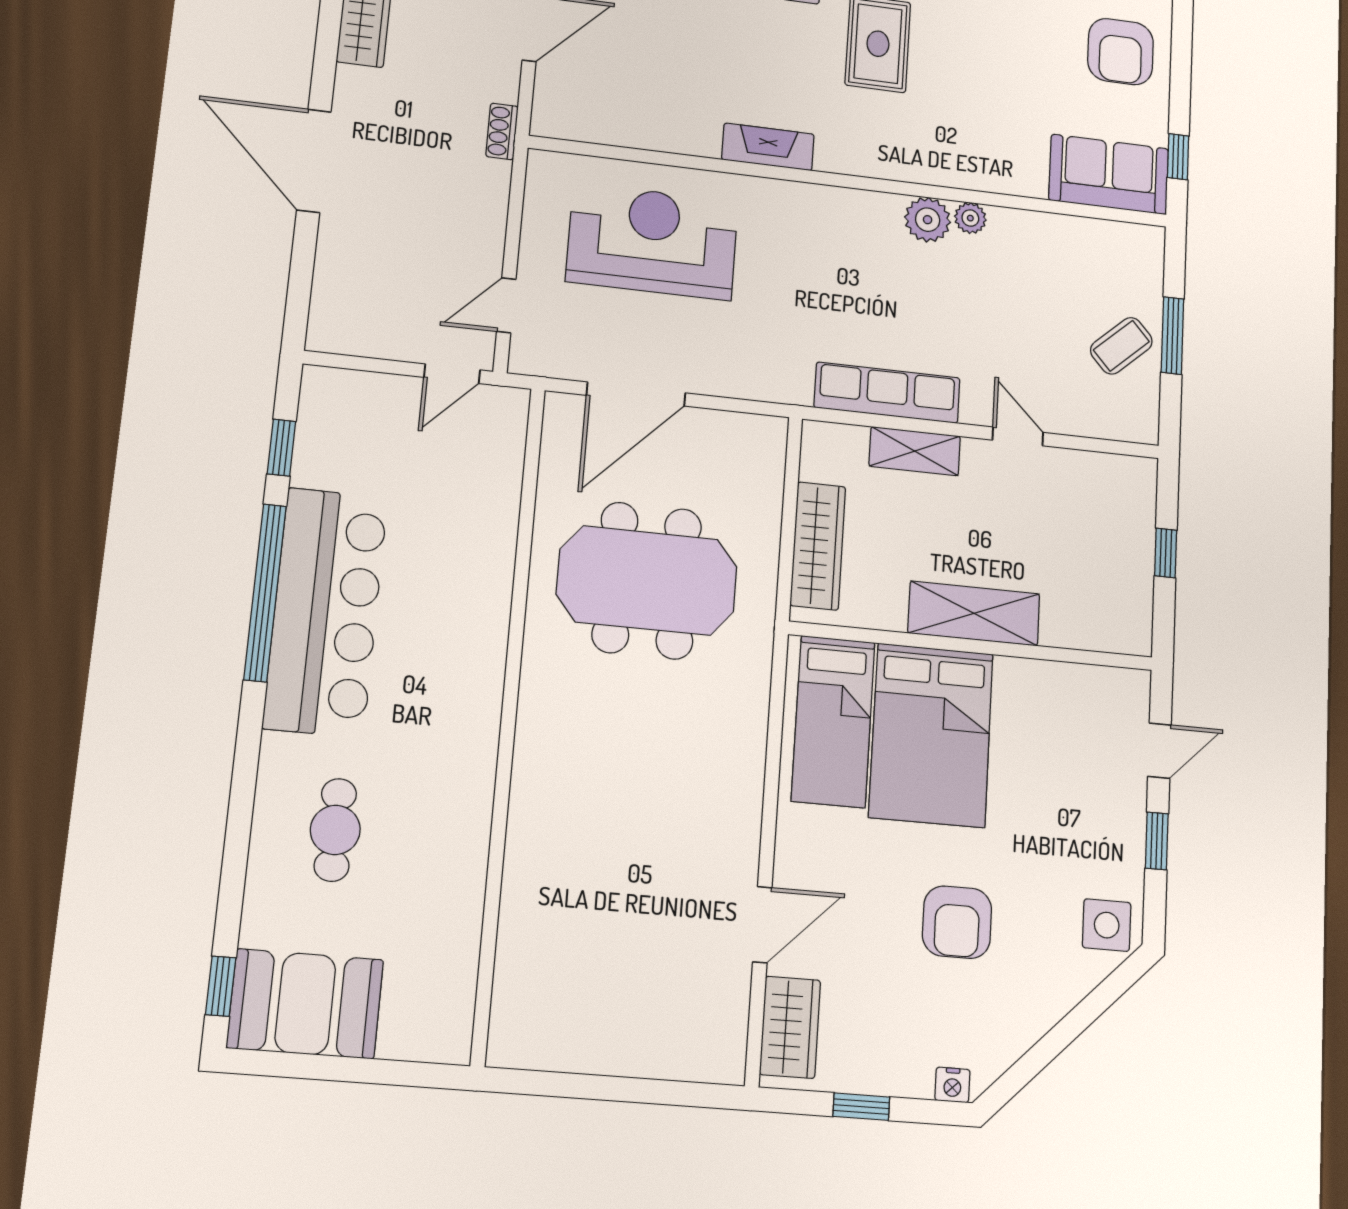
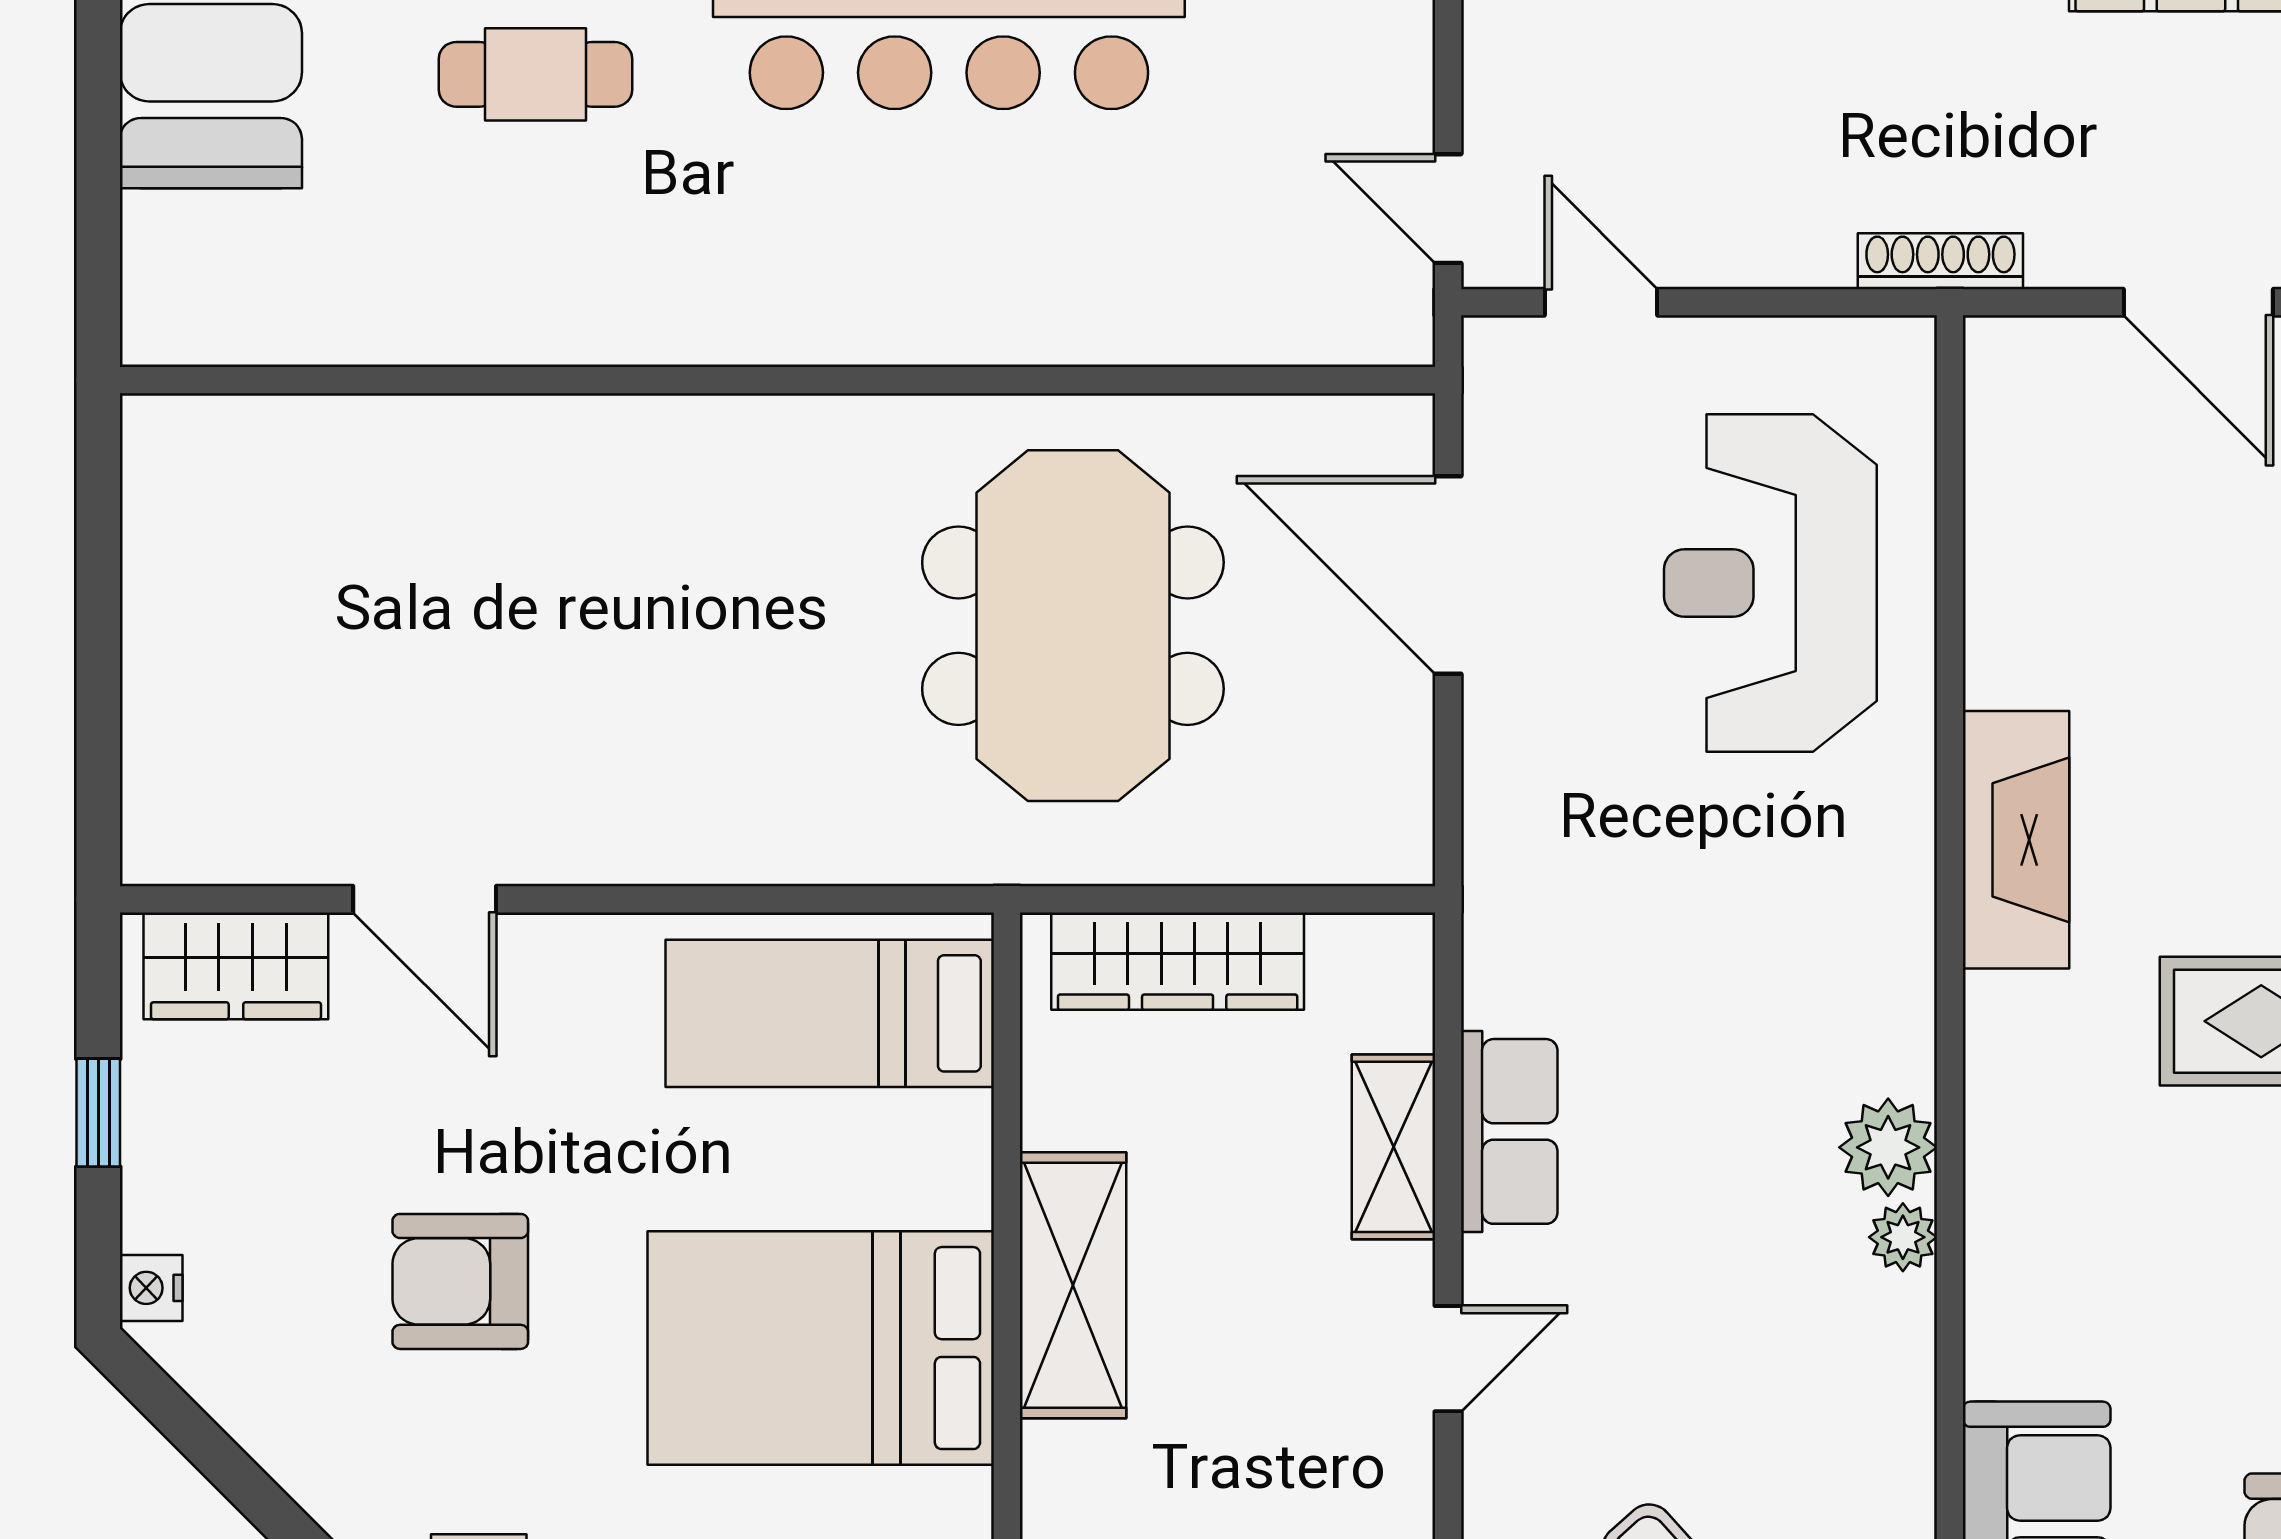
shoe rack: (502, 131) -> (1940, 261), width x1.43
fireplace: (768, 147) -> (2016, 840), width x1.37, depth x1.32
reception desk: (652, 241) -> (1770, 583), turned 180
row of seats: (887, 393) -> (1509, 1131), width x0.68
bed: (931, 735) -> (821, 1348), moved

